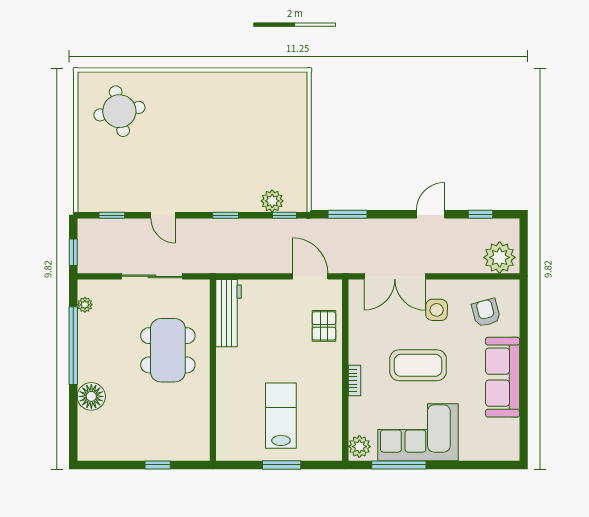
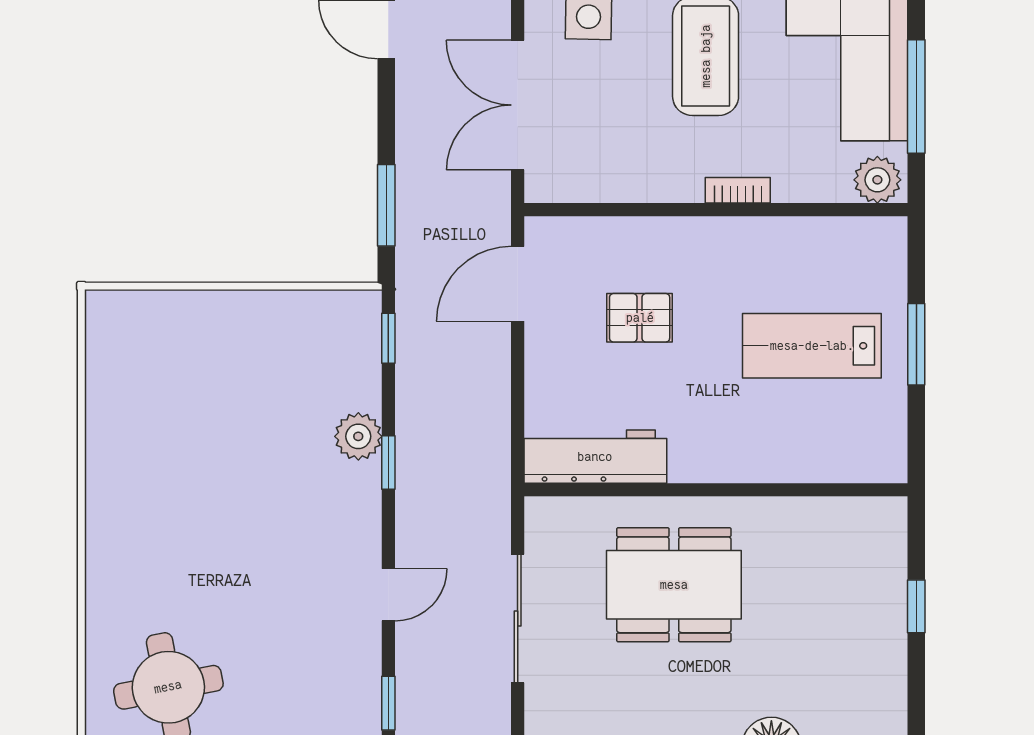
plant: (272, 201) -> (358, 436), moved
double door: (395, 276) -> (518, 105), swing flipped
pallet: (324, 326) -> (640, 318), moved

